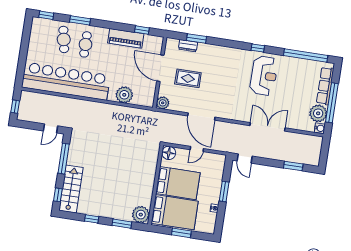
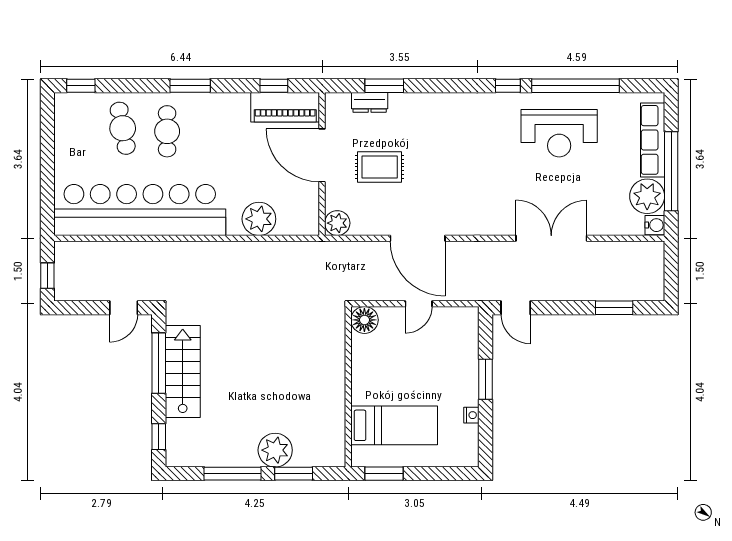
window: (80, 20) -> (190, 86), moved
piano: (126, 38) -> (285, 107), moved
window: (306, 55) -> (576, 86), moved
reception desk: (264, 76) -> (559, 133), moved, turned 90
bed: (178, 183) -> (392, 377), removed
stairs: (71, 189) -> (183, 371), moved
bed: (175, 212) -> (394, 425), width x0.67
plant: (141, 215) -> (275, 450), moved
window: (92, 219) -> (233, 474), width x2.17
window: (181, 233) -> (384, 474), moved

